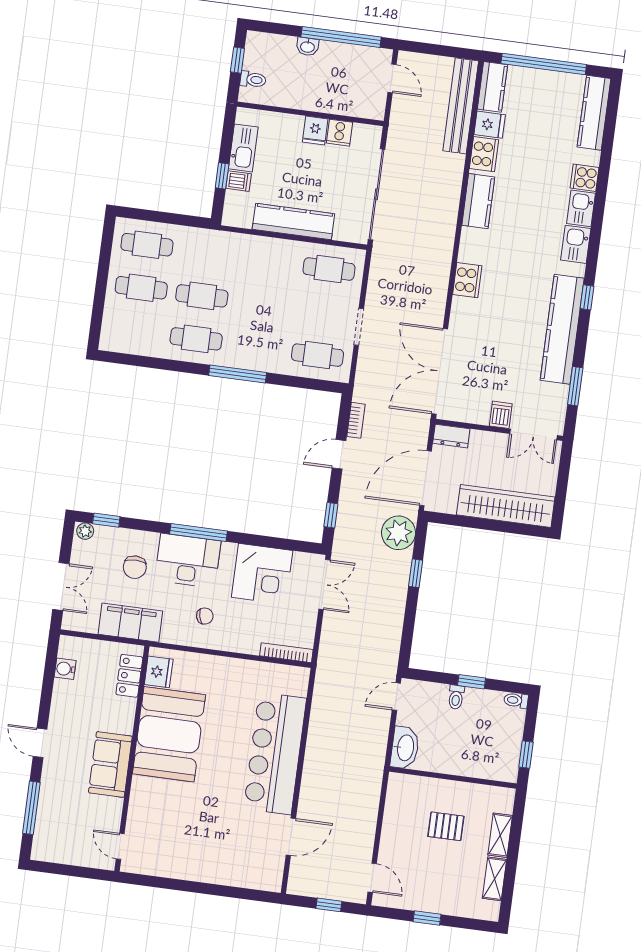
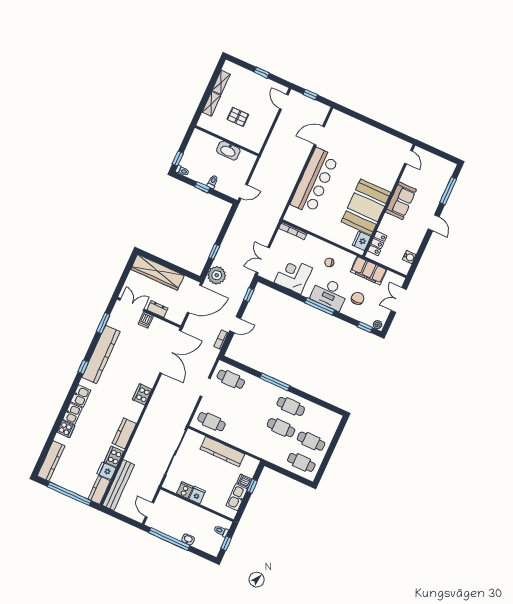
dresser: (451, 436) -> (158, 309), moved
washbasin: (405, 748) -> (228, 151), moved, turned -90
window: (526, 755) -> (178, 158), moved

